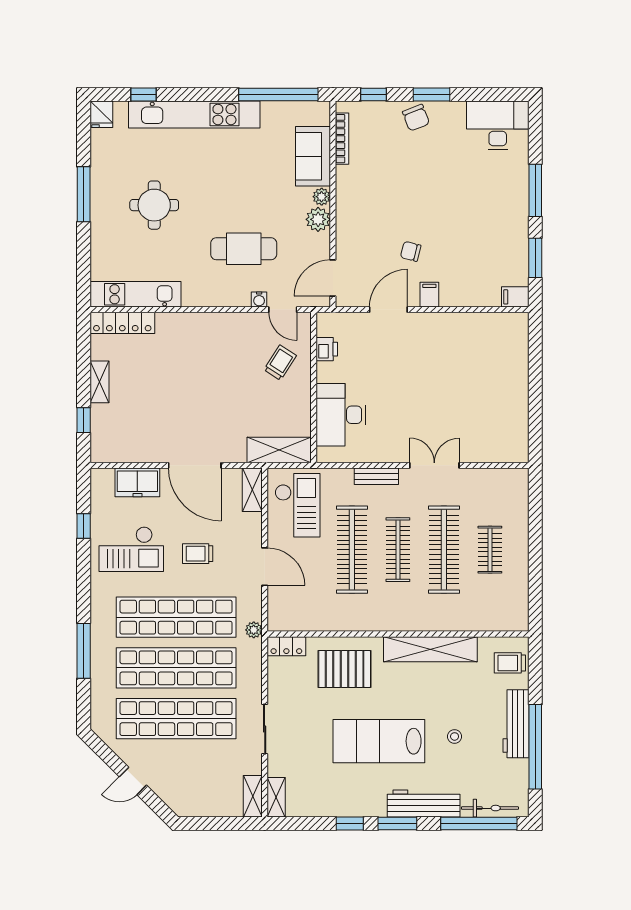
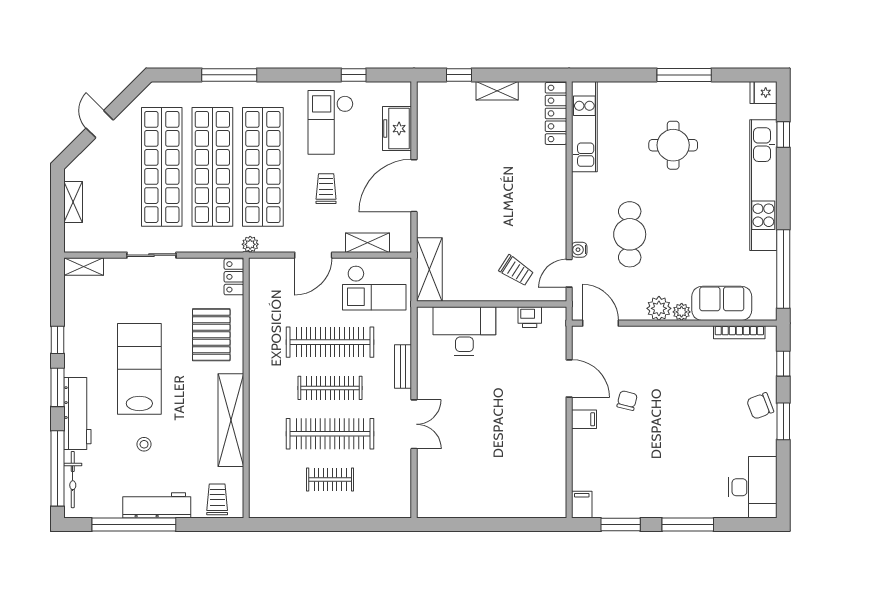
shelving: (252, 490) -> (367, 243), moved
shelving: (253, 796) -> (73, 202), moved, turned 90

